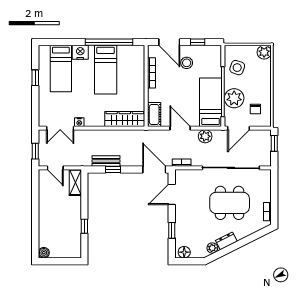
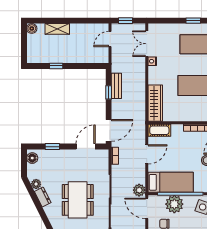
plant: (205, 136) -> (139, 190), moved
shelving: (75, 182) -> (57, 29), moved
door: (172, 194) -> (86, 147), hinge flipped

